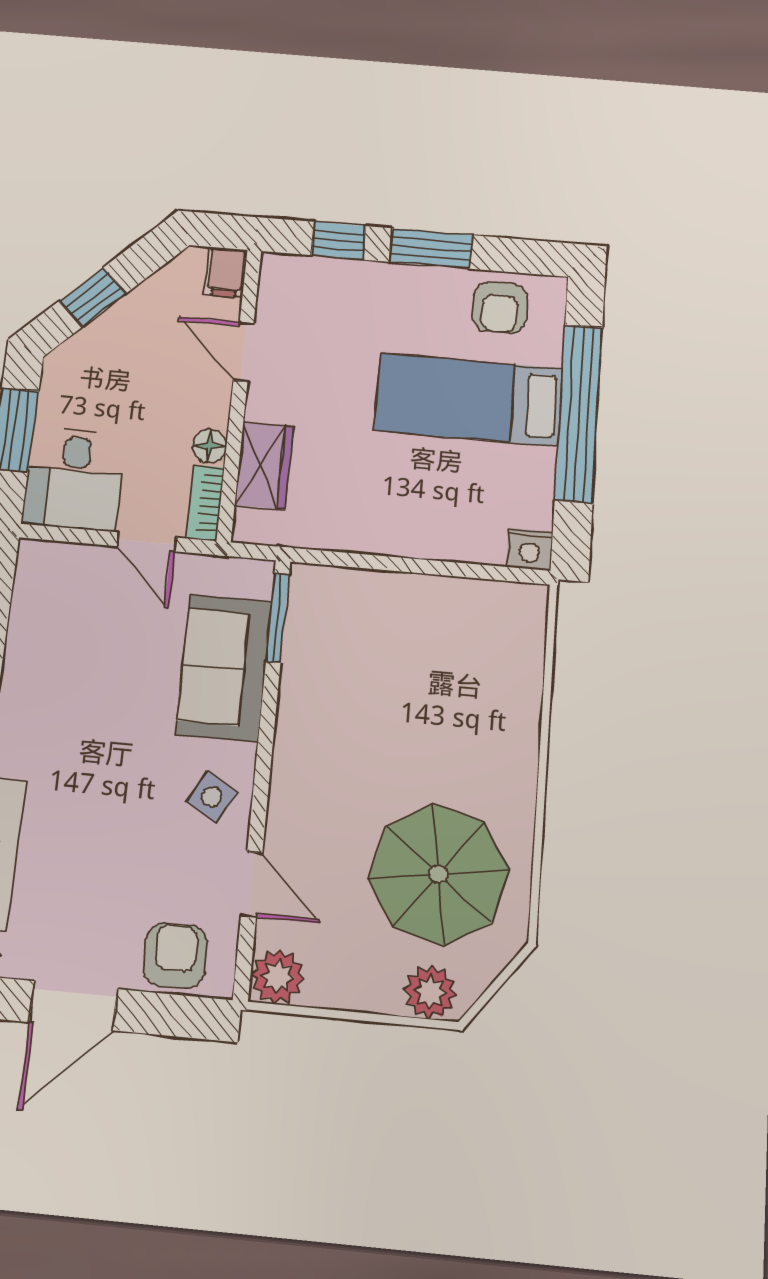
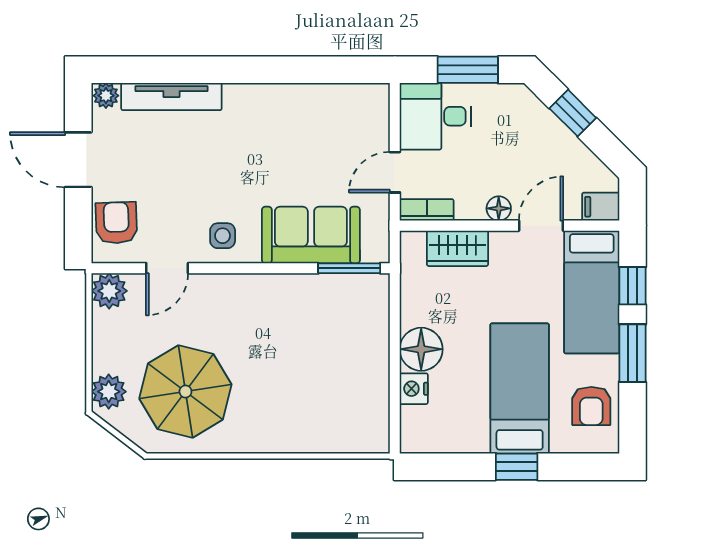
bed: (342, 294) -> (592, 292), added
armchair: (500, 307) -> (591, 406), turned -90
window: (579, 413) -> (517, 467), width x0.32
floor lamp: (209, 446) -> (499, 208), moved
floor lamp: (403, 528) -> (421, 349), added
nightstand: (529, 549) -> (414, 389), moved
side table: (212, 797) -> (223, 236), turned -30
armchair: (175, 956) -> (116, 223), turned -92

